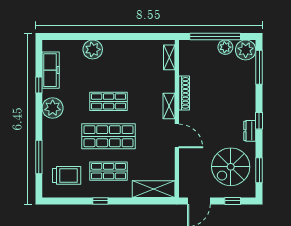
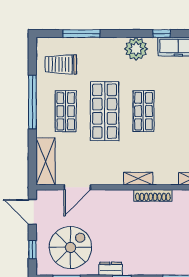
door: (177, 136) -> (77, 187), moved
spiral stairs: (231, 167) -> (70, 247), turned 90
trolley: (67, 175) -> (61, 64), turned 90
window: (100, 201) -> (32, 102), width x3.17

